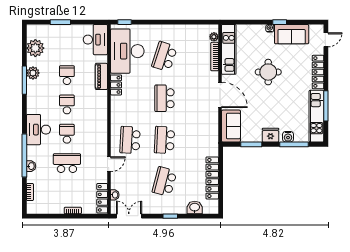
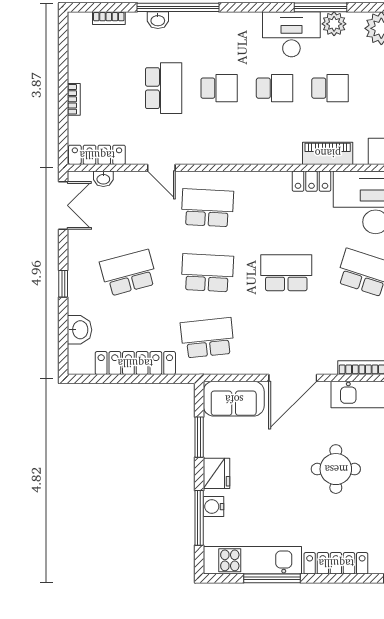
desk: (38, 130) -> (291, 34), moved
school desk: (199, 140) -> (207, 338), added
school desk: (164, 182) -> (128, 273), turned -30

